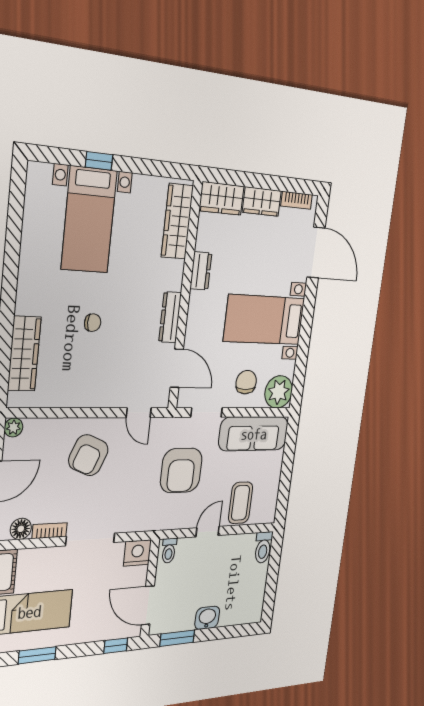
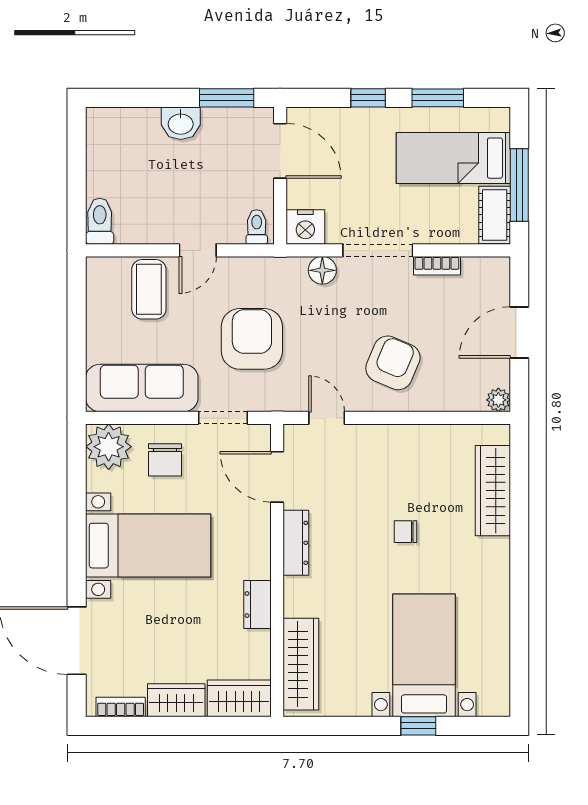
floor lamp: (21, 529) -> (322, 270), moved
window: (116, 646) -> (368, 98), moved

